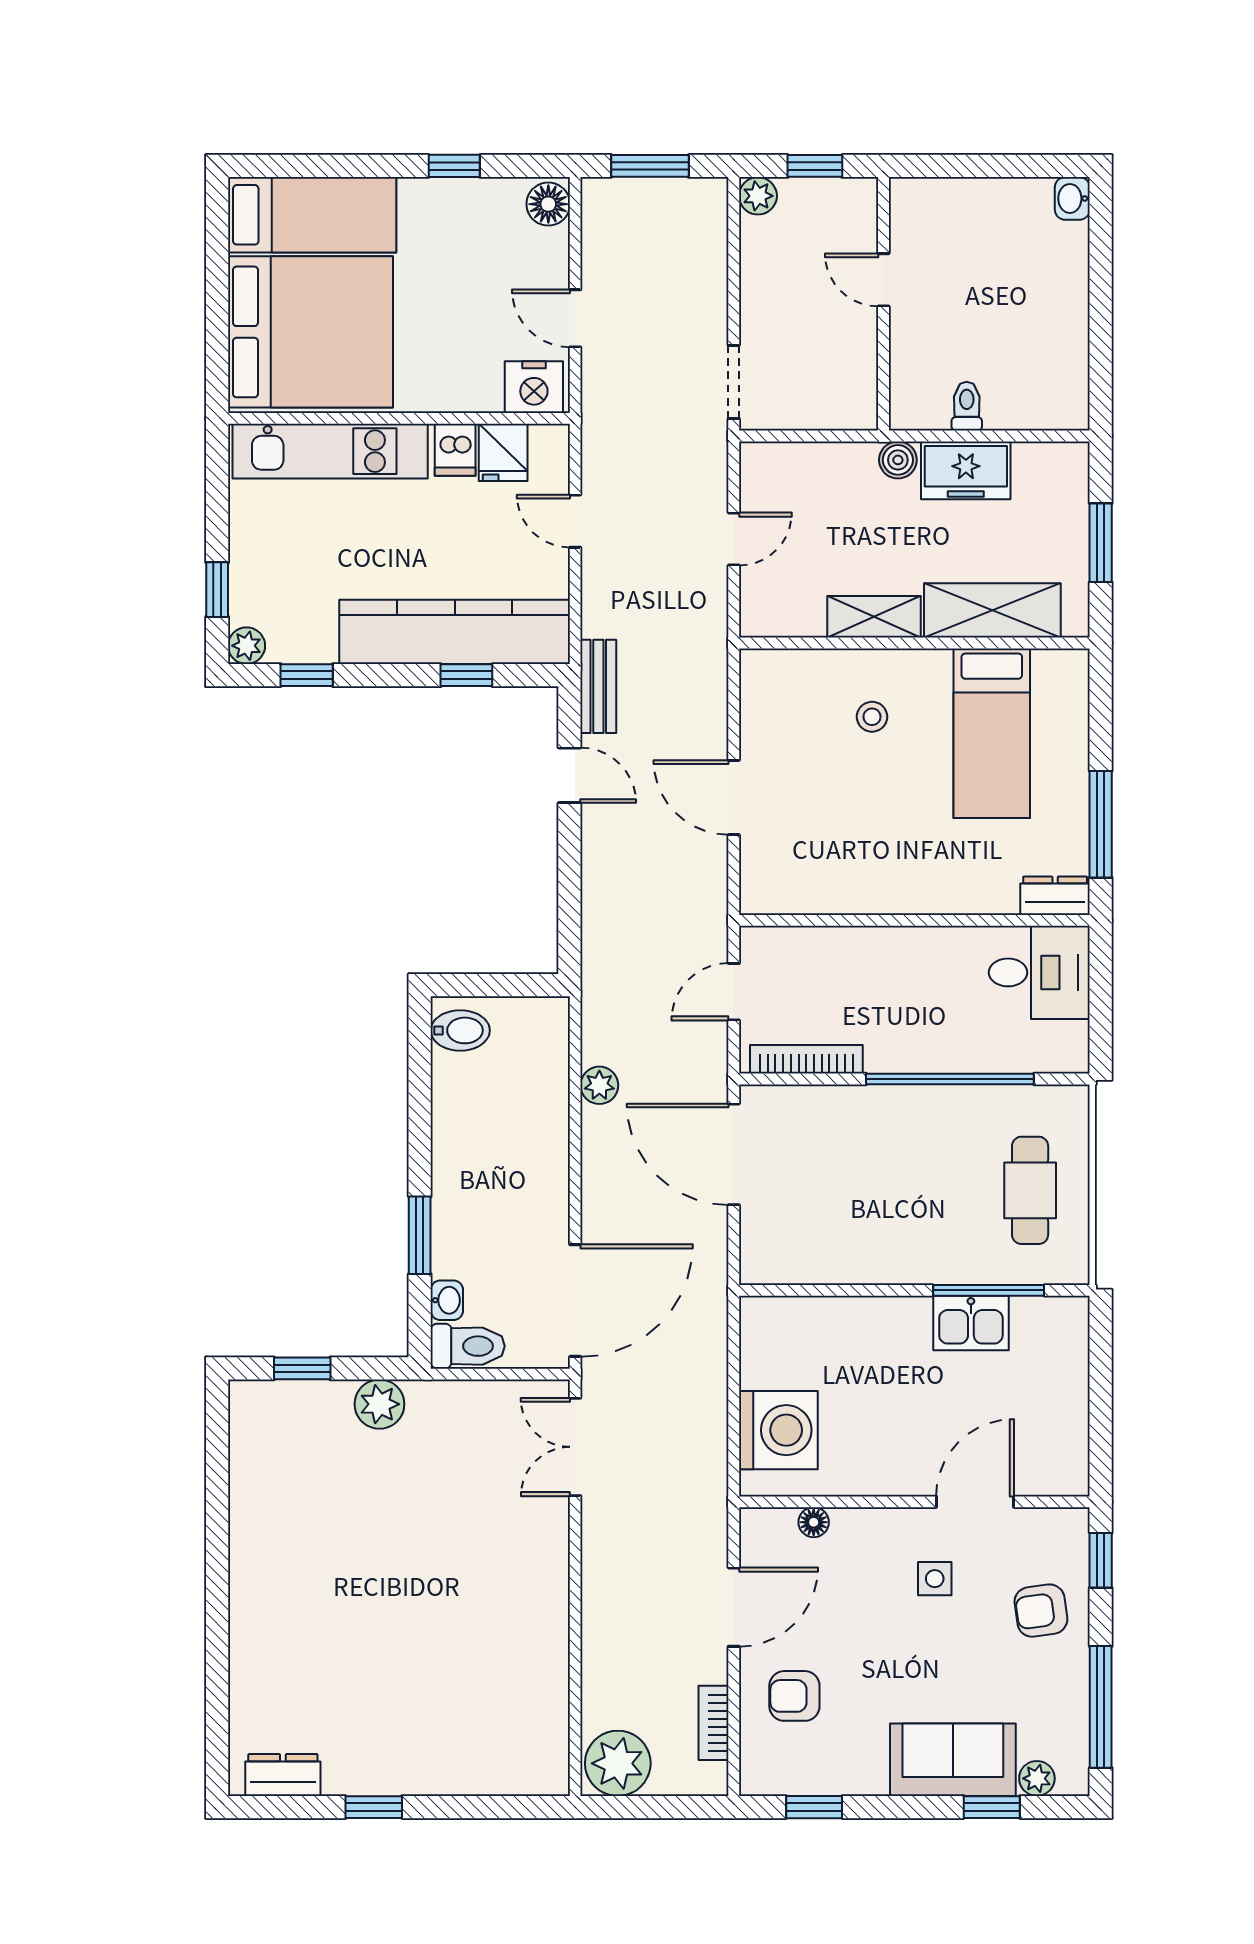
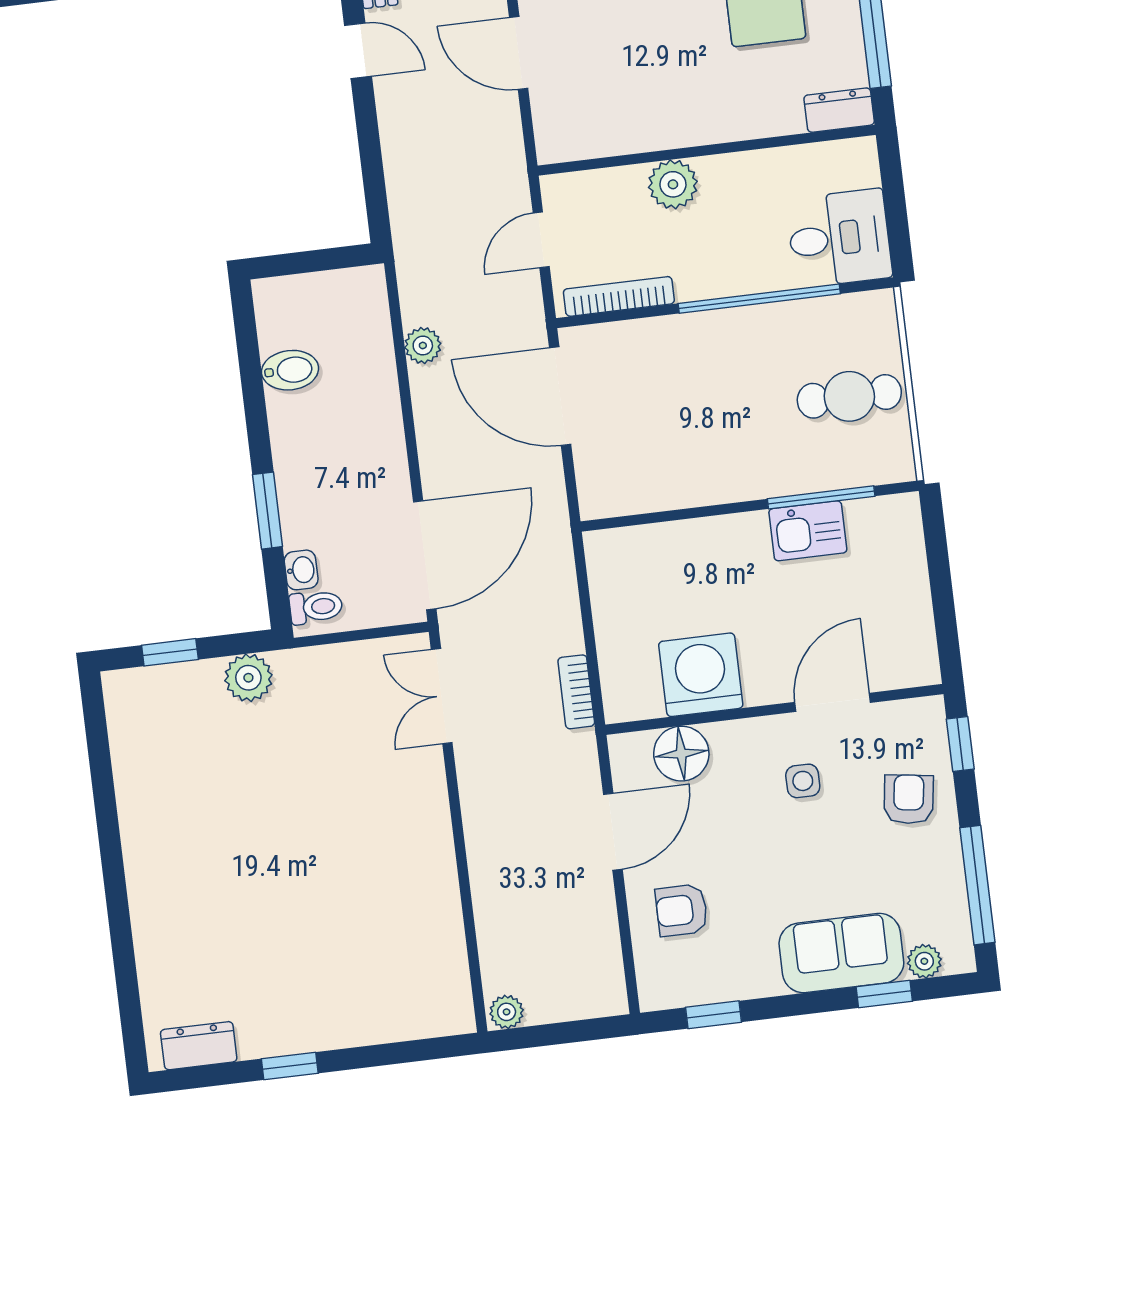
plant: (876, 951) -> (673, 184), added
desk: (1039, 972) -> (839, 238), moved
bidet: (460, 1030) -> (290, 370), moved
cafe table: (1030, 1190) -> (849, 396), turned 90
toilet: (468, 1346) -> (316, 607), width x0.73, depth x0.72
washing machine: (778, 1430) -> (701, 675), moved, turned -90
floor lamp: (814, 1522) -> (681, 754), width x1.89, depth x1.89
armchair: (1041, 1611) -> (909, 799), turned 106
bookcase: (714, 1723) -> (576, 692), moved
plant: (618, 1763) -> (507, 1012), width x0.53, depth x0.53

